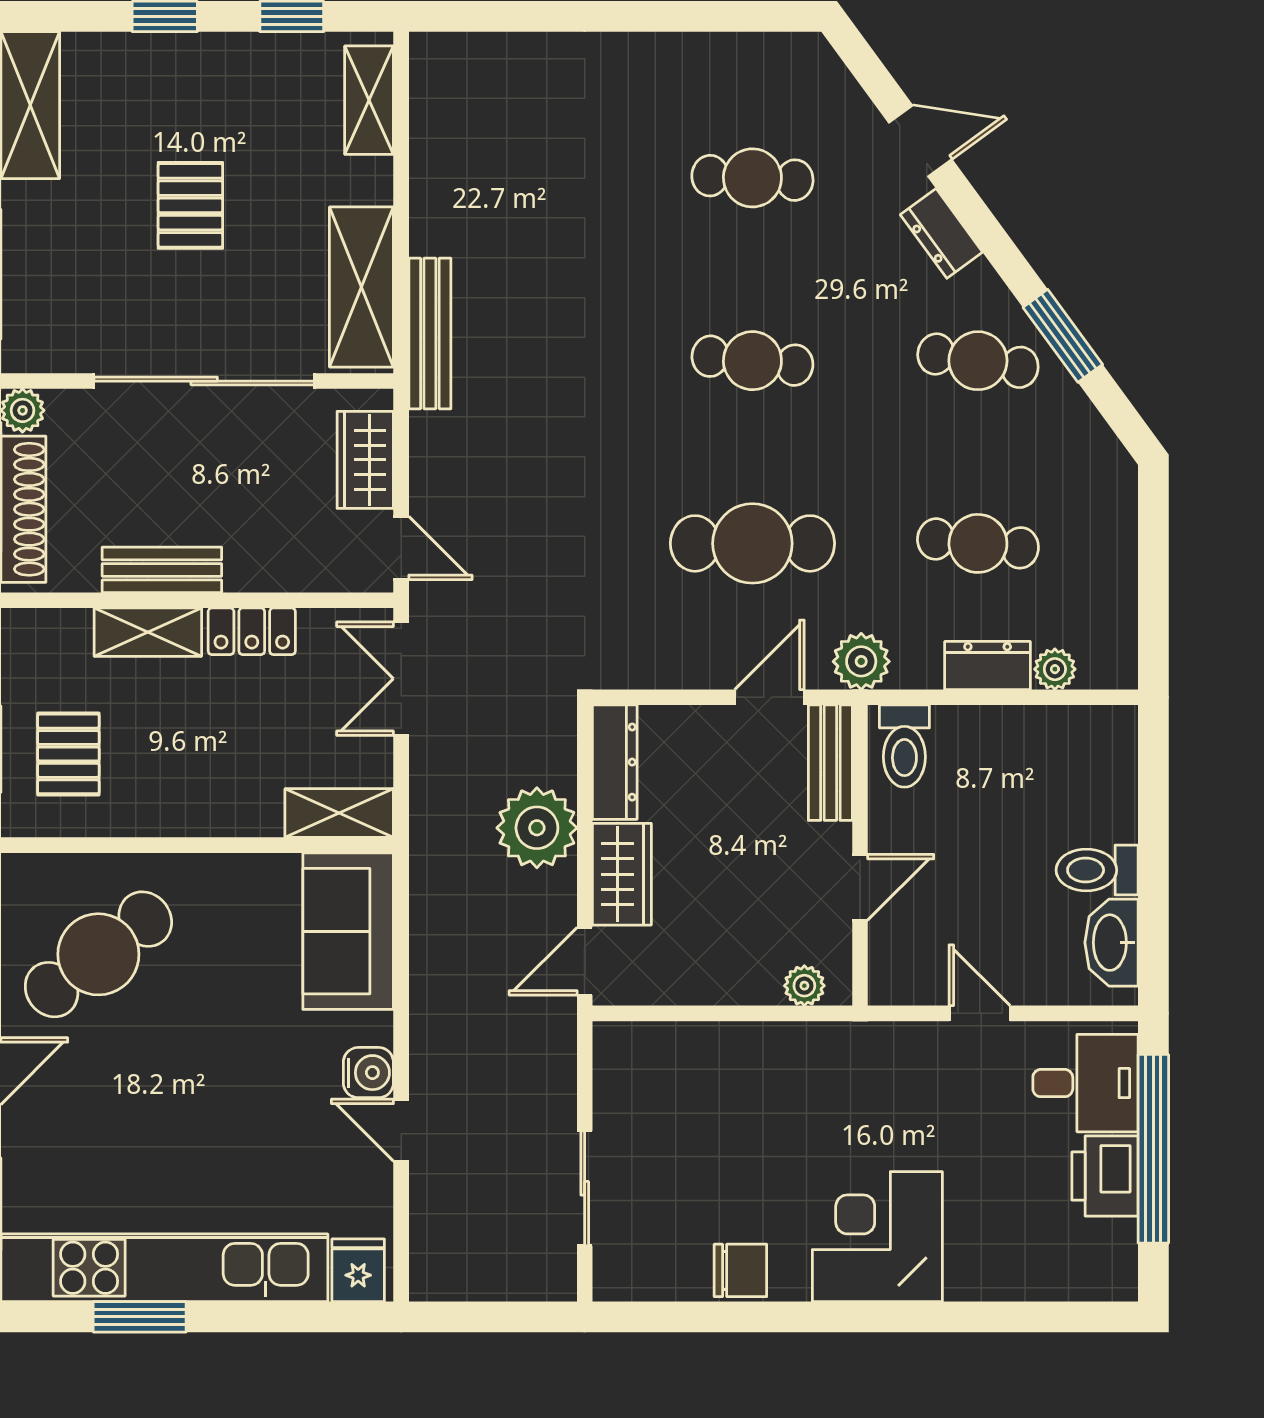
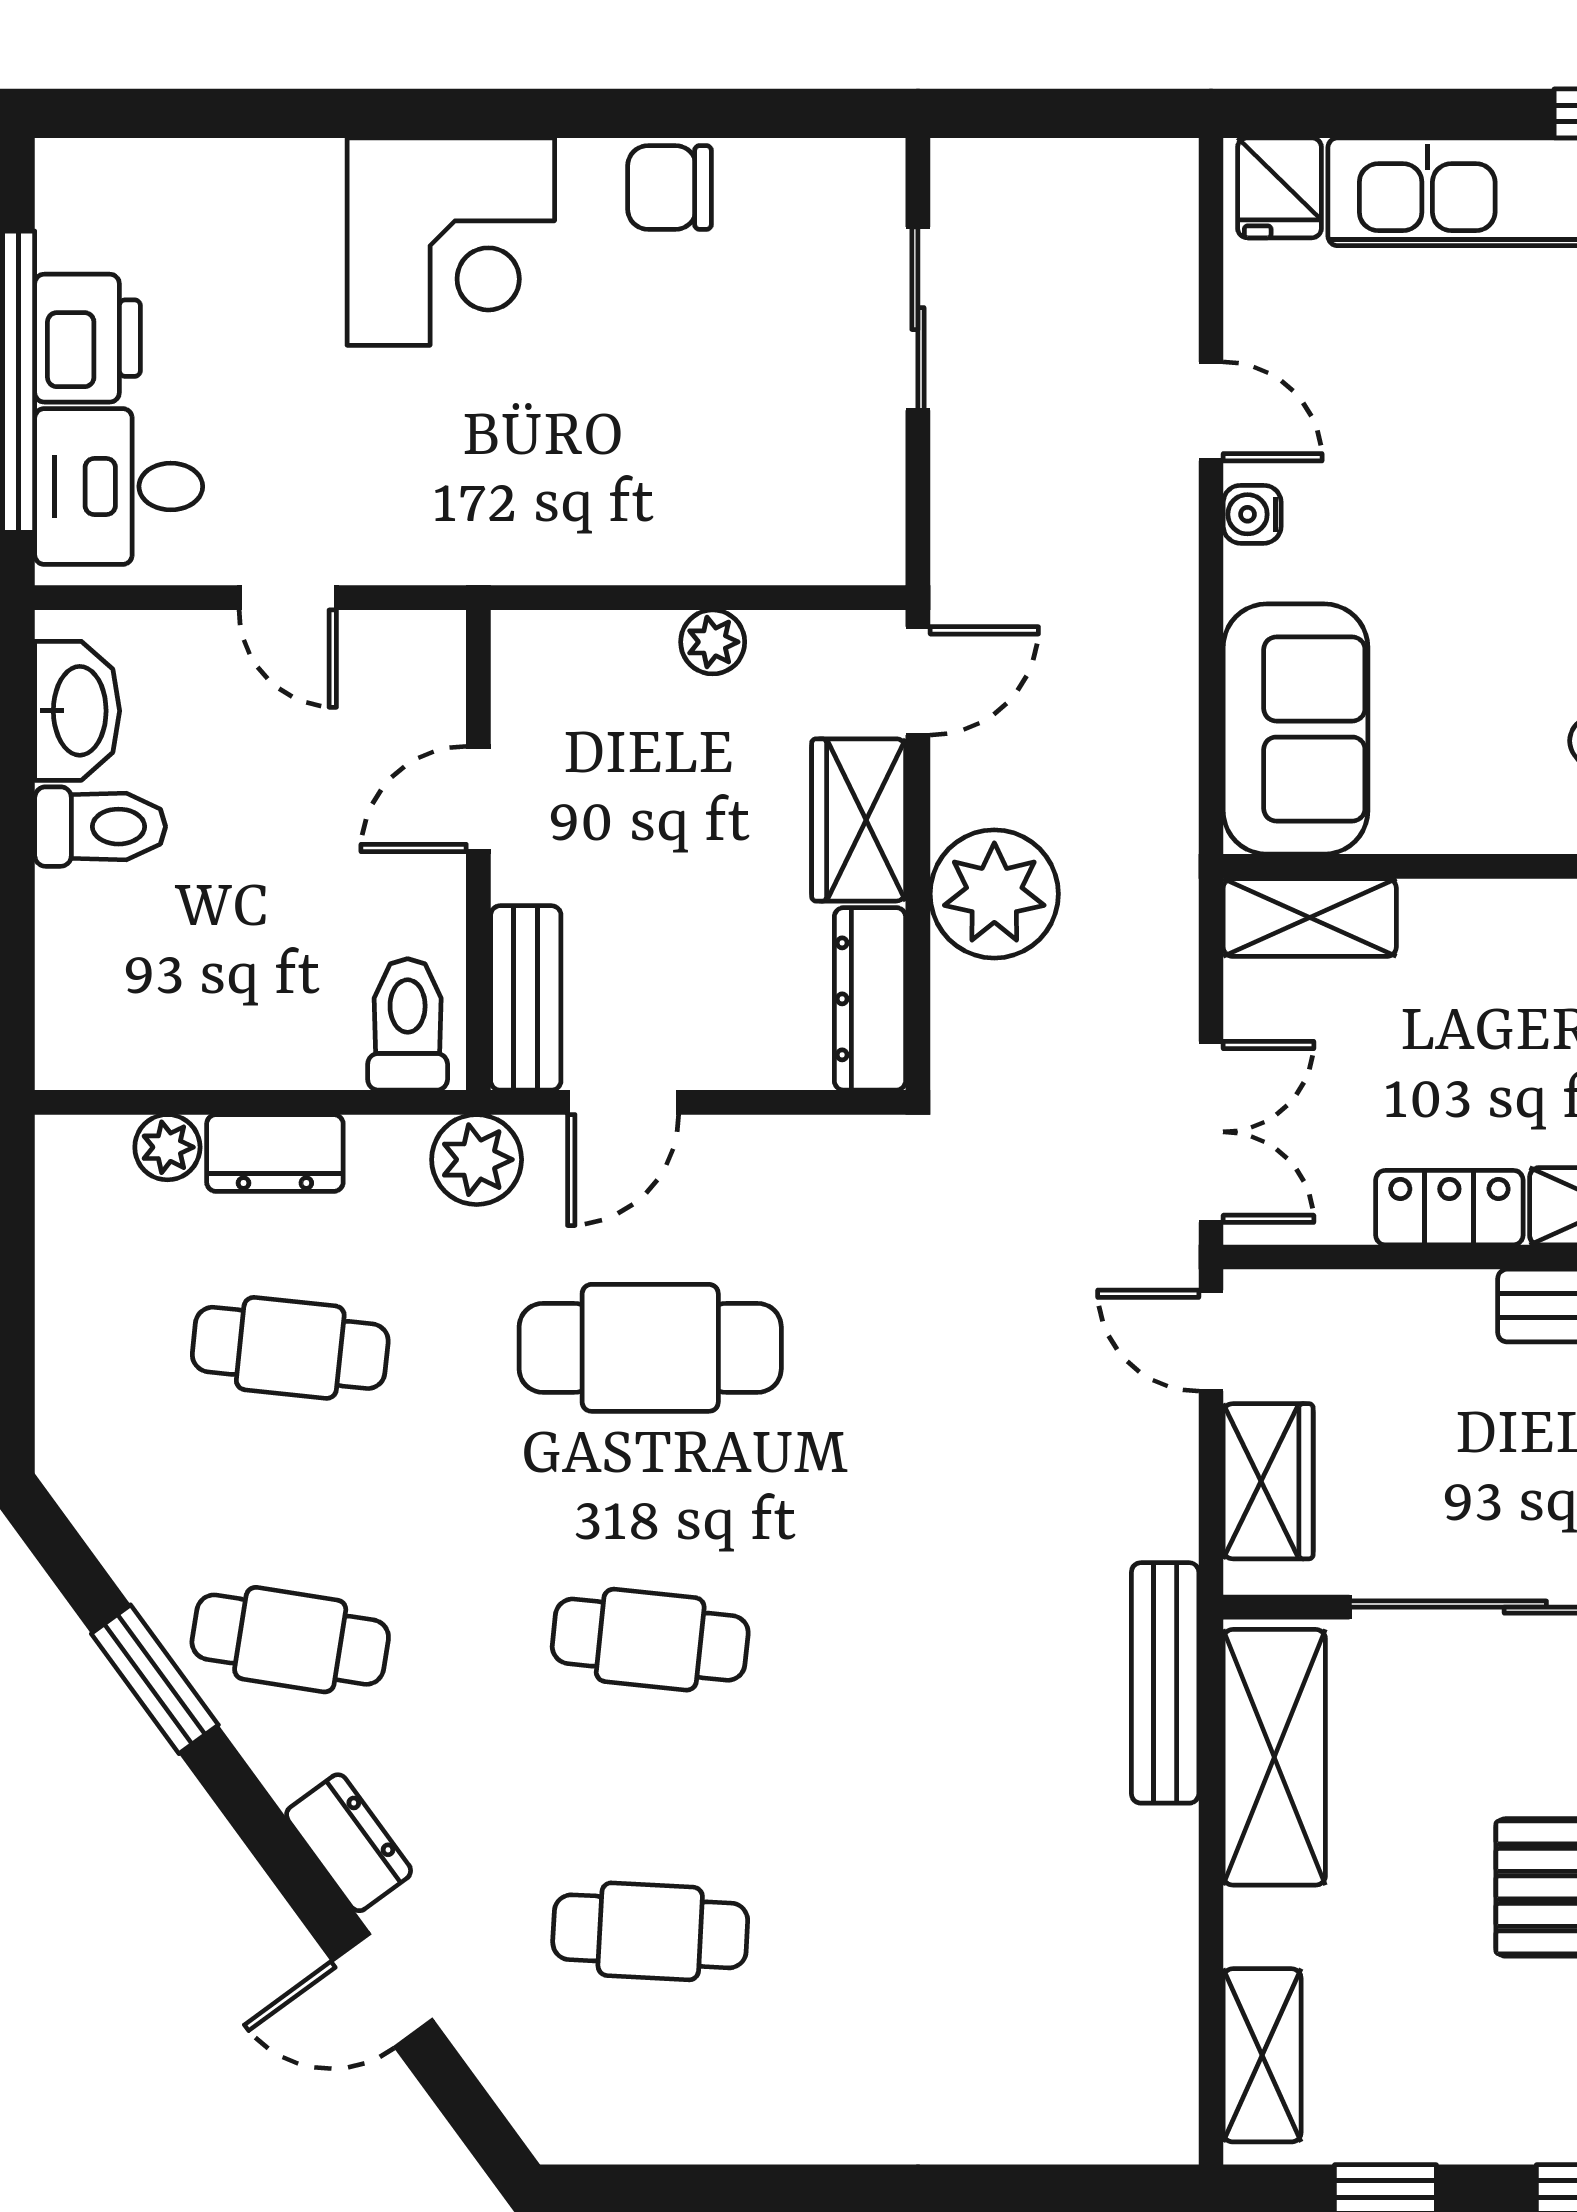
plant: (804, 986) -> (713, 642), moved
water cooler: (368, 1073) -> (1252, 514), width x0.72, depth x0.72

